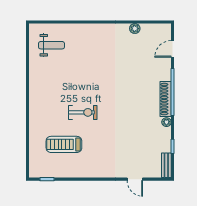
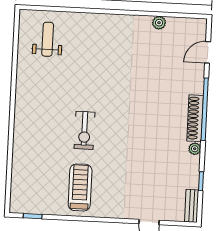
weight bench: (51, 45) -> (48, 39), turned -90
exercise bike: (83, 112) -> (84, 130), turned 90
treadmill: (64, 144) -> (80, 187), moved, turned 90

